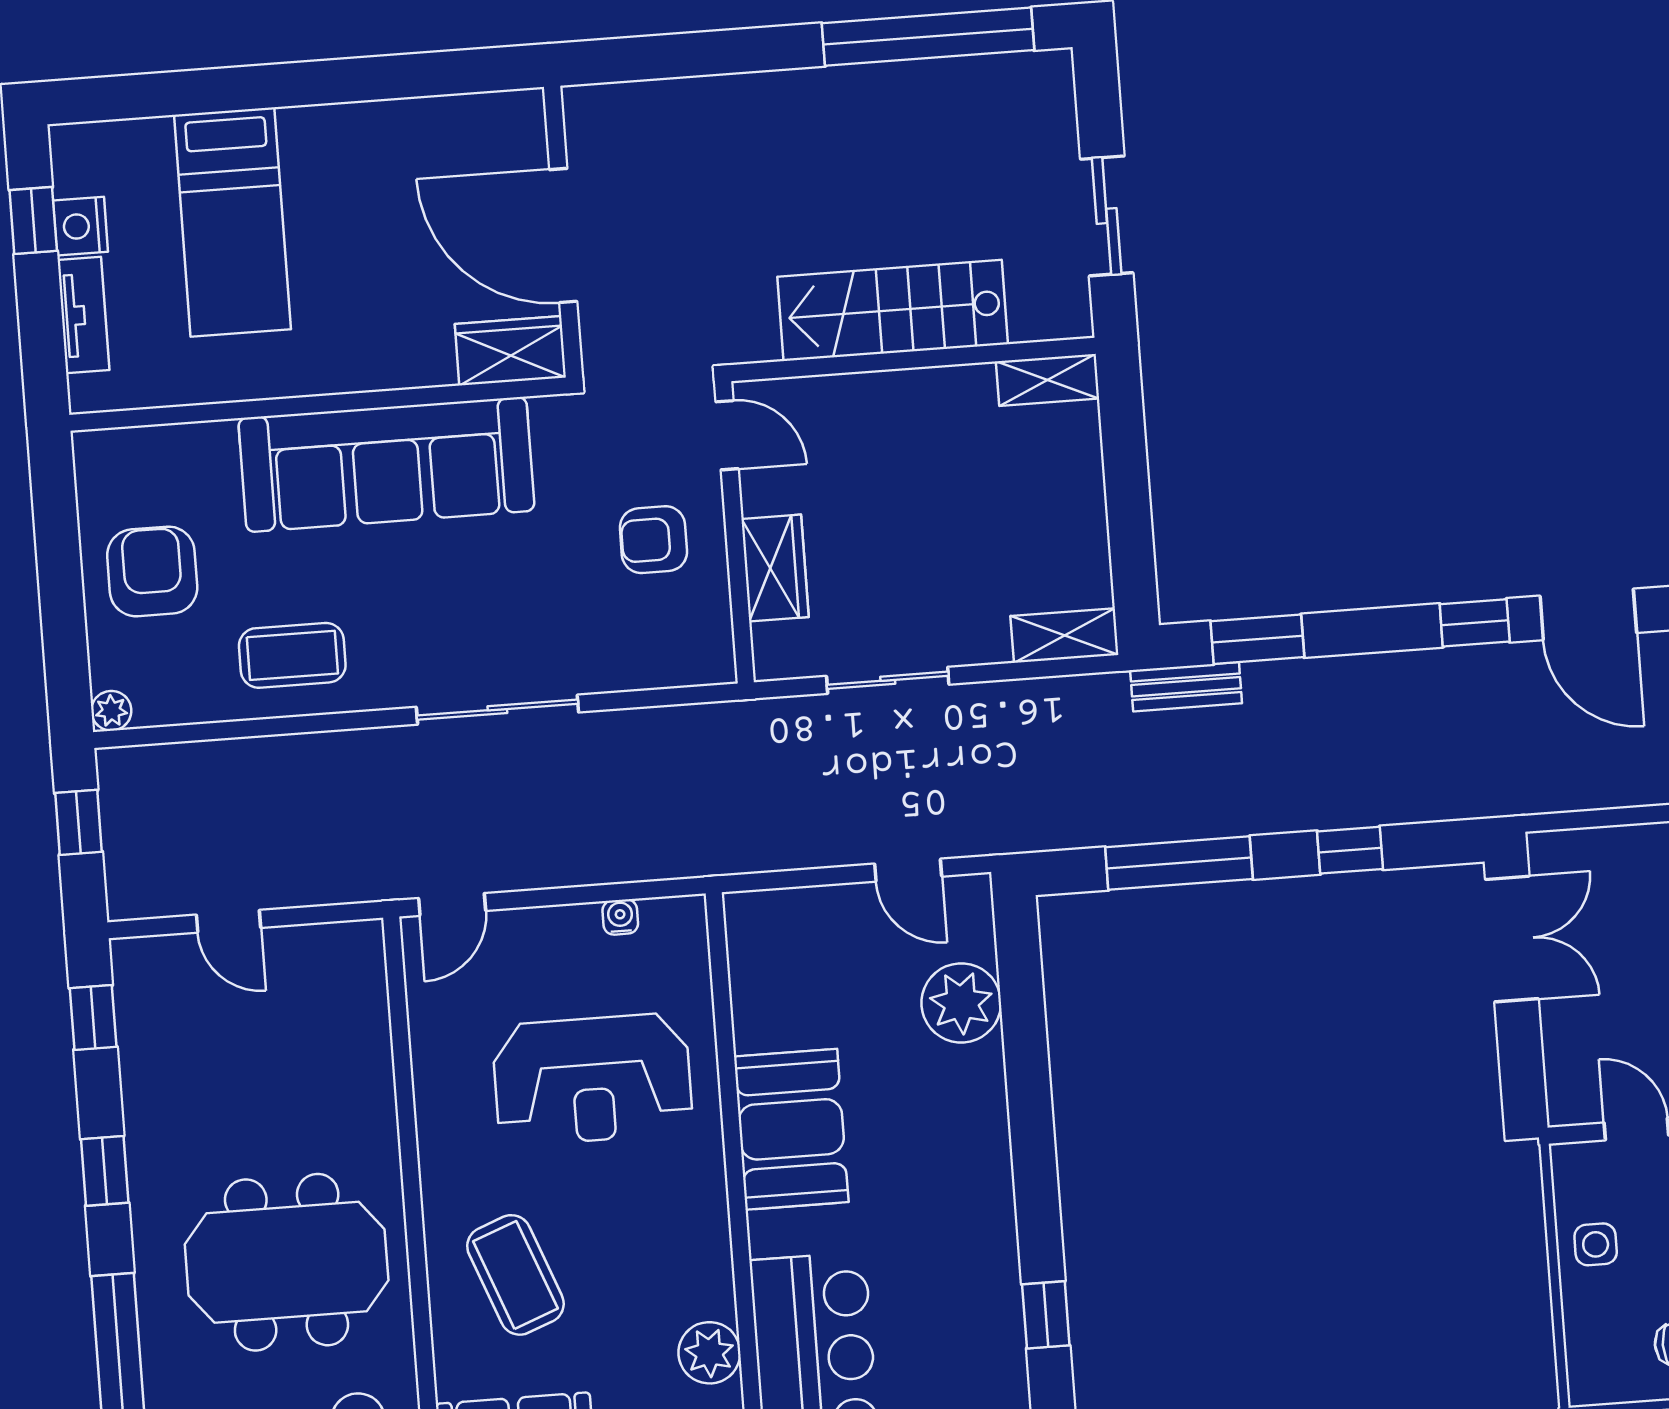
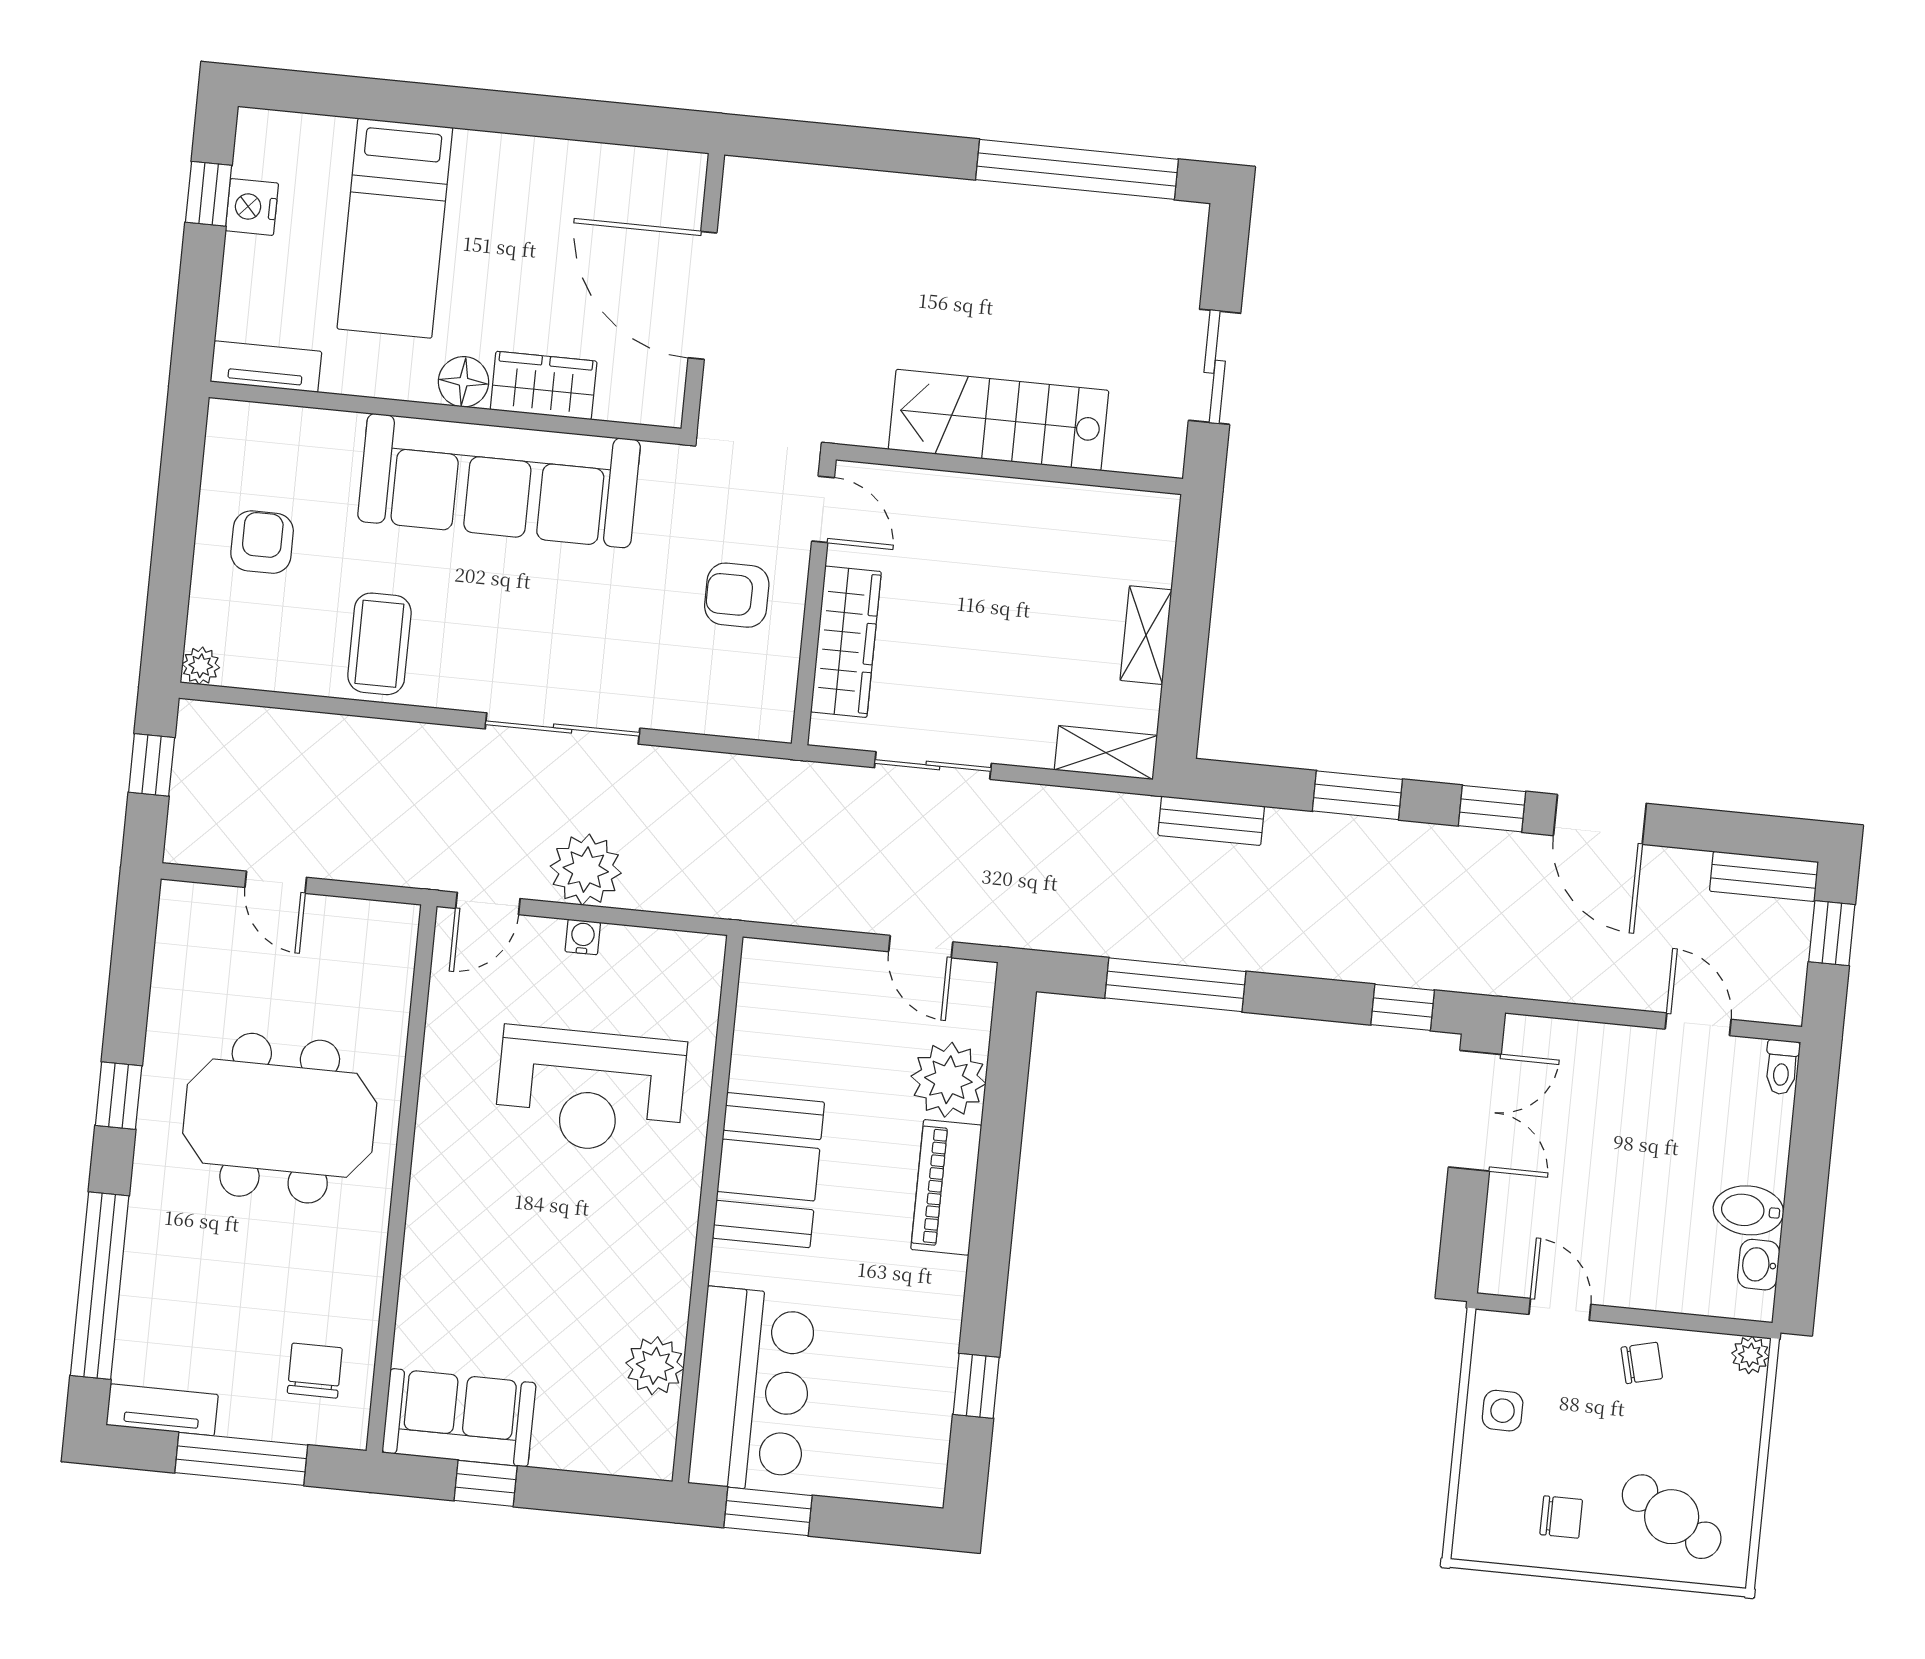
tv unit: (83, 315) -> (266, 367), moved, turned -90
wardrobe: (510, 351) -> (544, 385), moved
floor lamp: (332, 369) -> (463, 382), added
shelving: (1048, 380) -> (1146, 635), moved, turned 90
wardrobe: (775, 568) -> (846, 642), width x1.50
armchair: (152, 571) -> (262, 542), width x0.72, depth x0.72
window: (1257, 639) -> (1357, 795), moved
coffee table: (292, 655) -> (379, 644), turned 90
window: (1350, 850) -> (1403, 1007), moved
plant: (547, 851) -> (586, 870), added
water cooler: (620, 917) -> (583, 937), moved
window: (93, 1017) -> (133, 950), removed
piano: (979, 1115) -> (946, 1187), added
meeting table: (287, 1262) -> (280, 1118), moved
coffee table: (515, 1275) -> (486, 1261), removed

